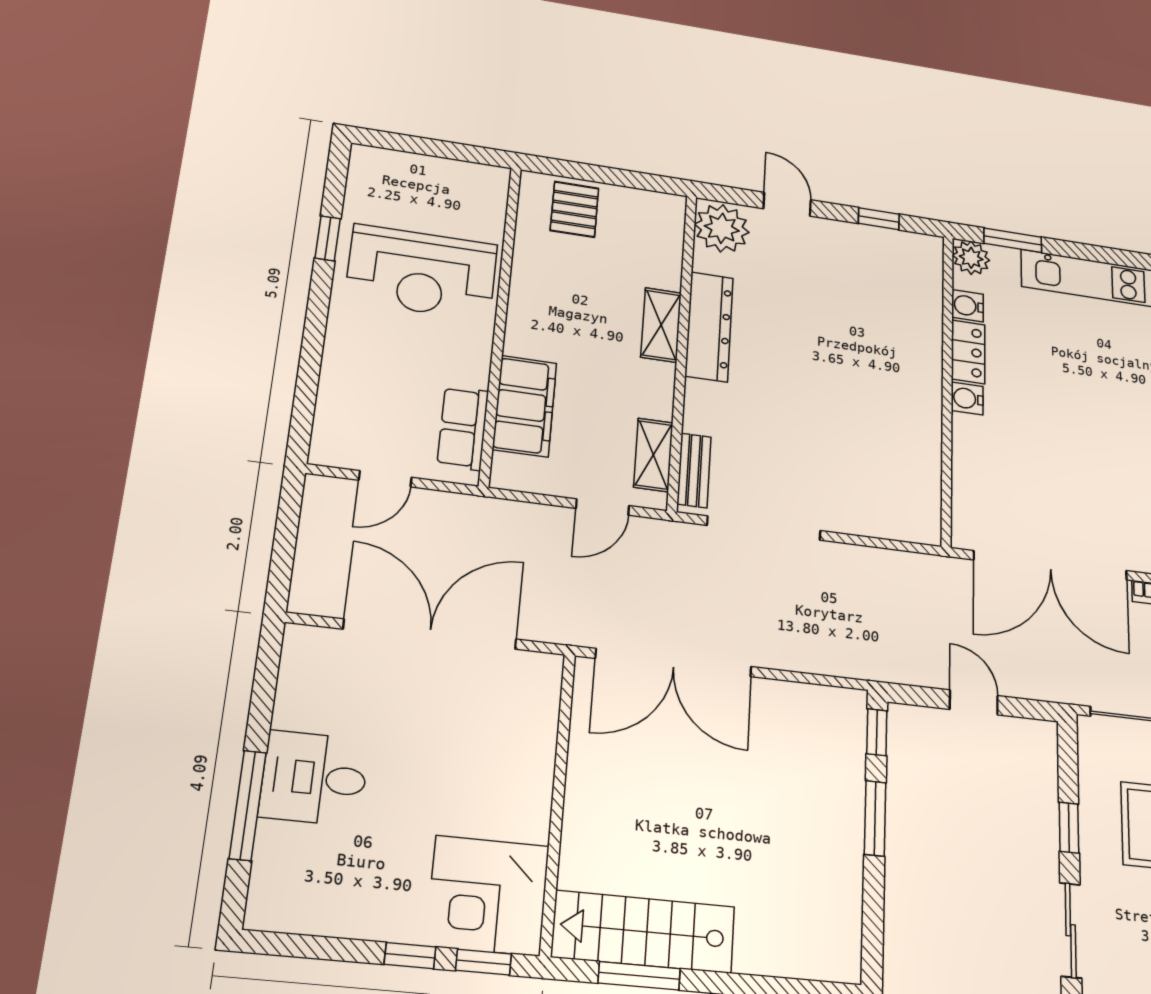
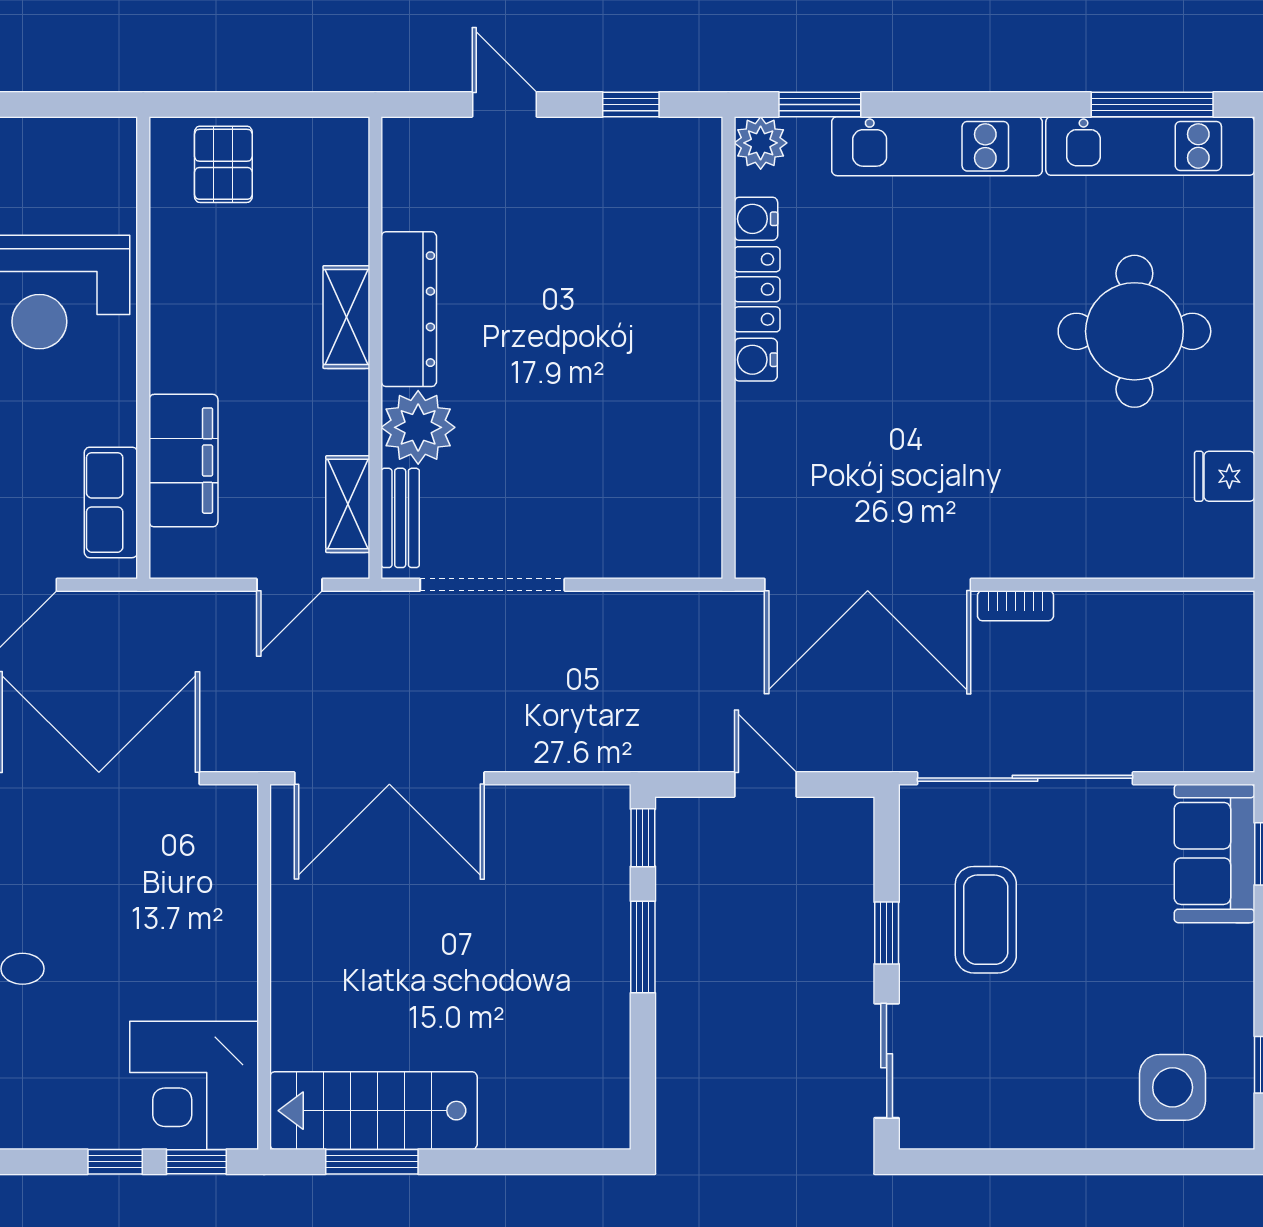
plant: (722, 228) -> (418, 427), moved

